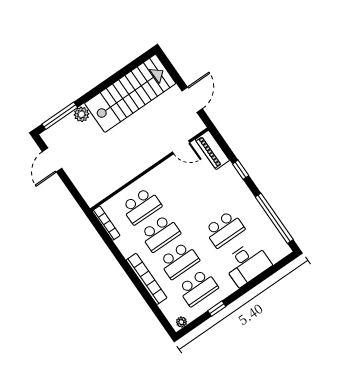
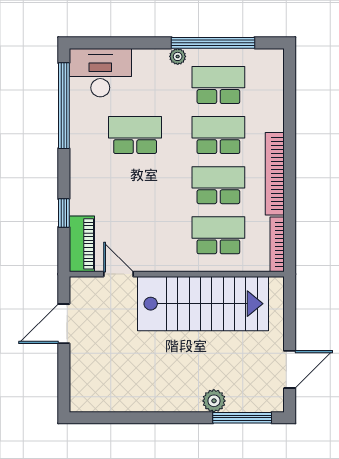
stairs: (130, 93) -> (203, 304), moved, turned 180
window: (241, 170) -> (64, 213), moved
desk: (247, 264) -> (100, 73), moved
bookcase: (147, 279) -> (275, 174), moved
window: (217, 309) -> (213, 43), width x3.17
plant: (181, 322) -> (178, 56), moved

